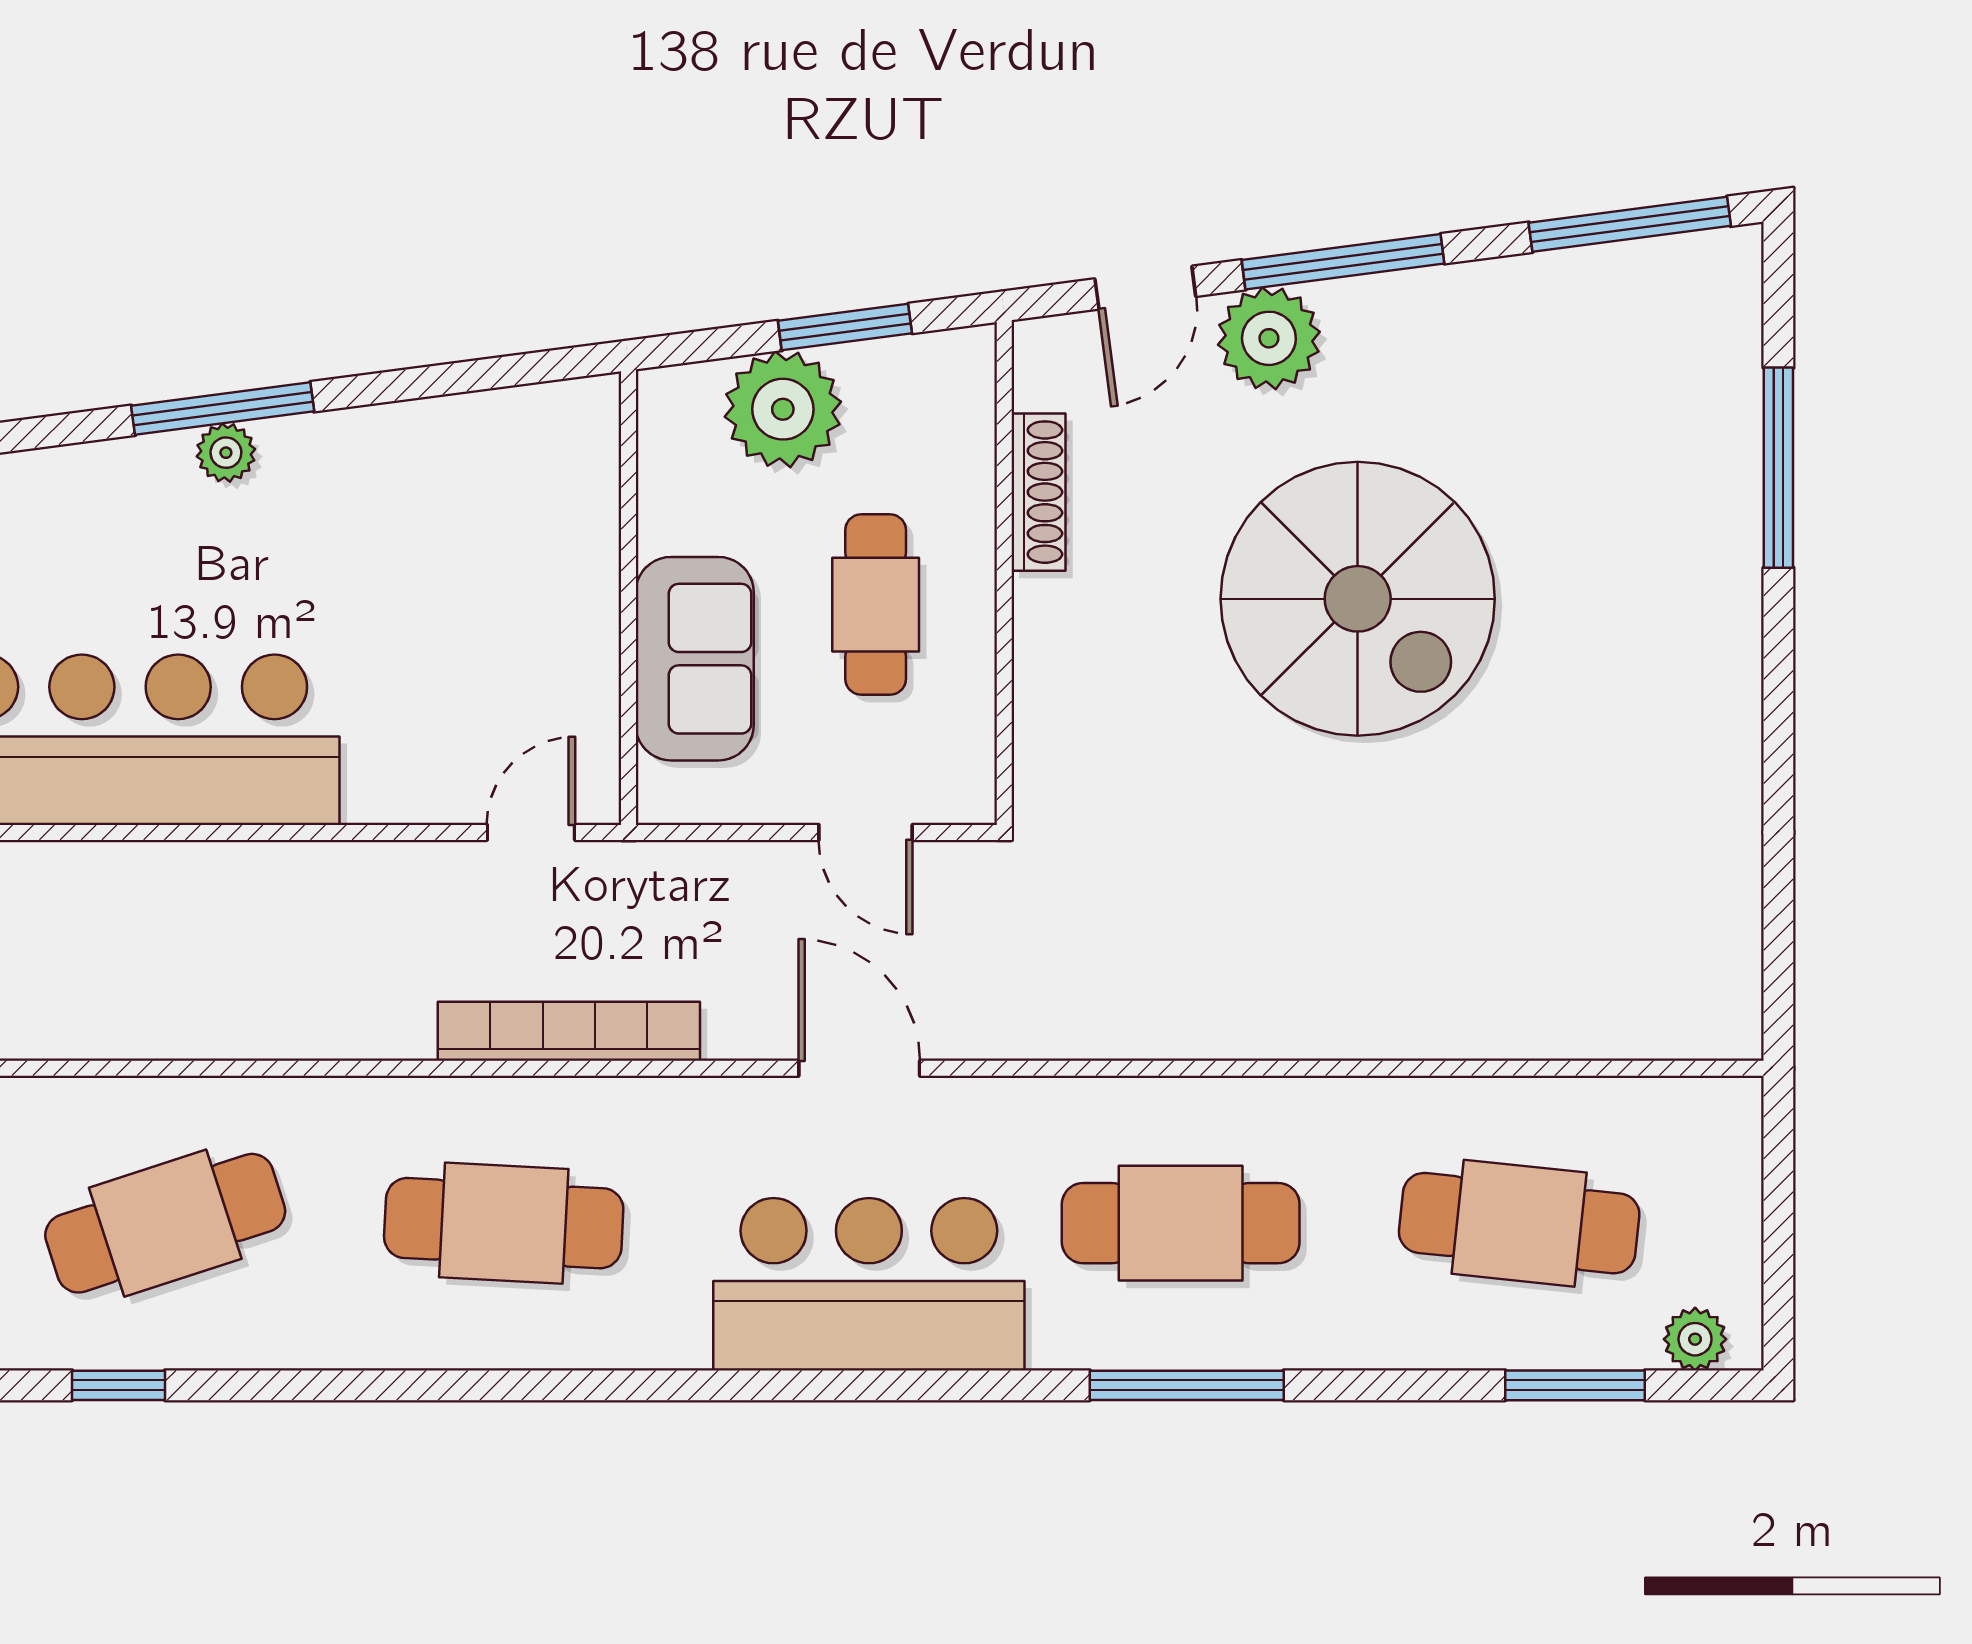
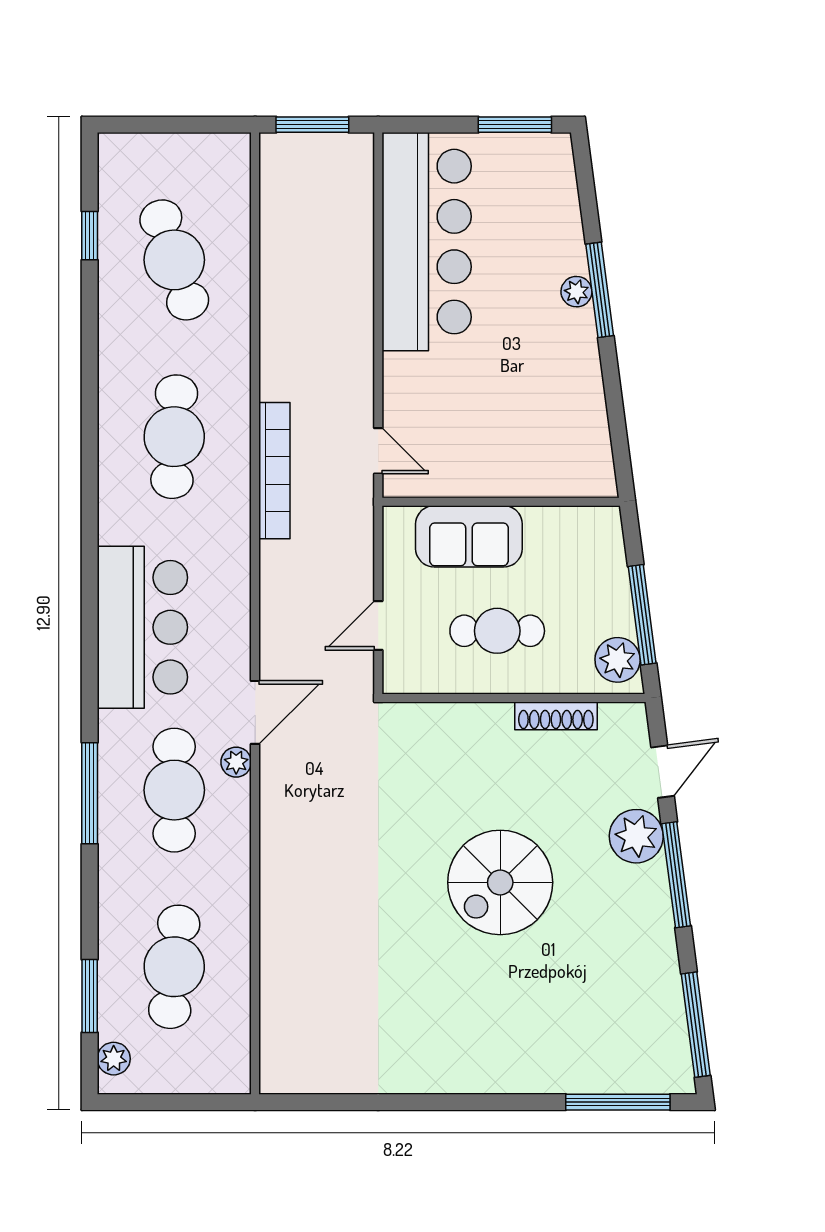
door: (1145, 288) -> (663, 772), swing flipped
window: (845, 327) -> (642, 615), width x1.44
plant: (783, 409) -> (618, 660), moved, width x0.73, depth x0.73
window: (1778, 468) -> (618, 1102), moved
spiral stairs: (1358, 599) -> (500, 882), width x0.73, depth x0.73
door: (859, 1068) -> (255, 712), moved
plant: (1127, 1105) -> (236, 762), added

